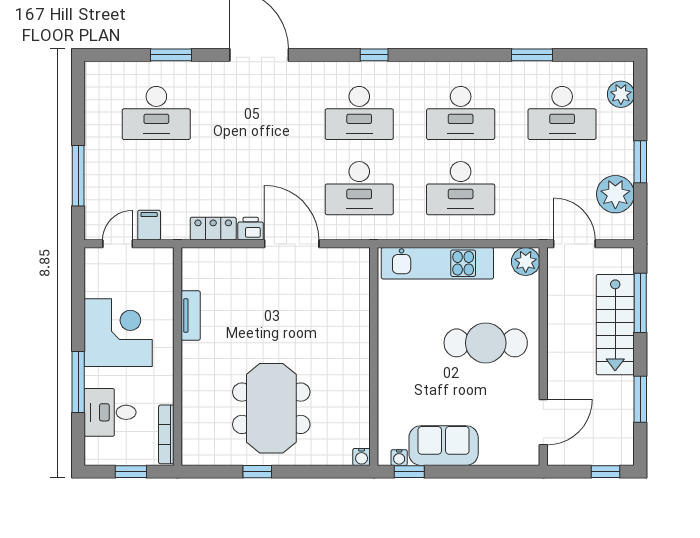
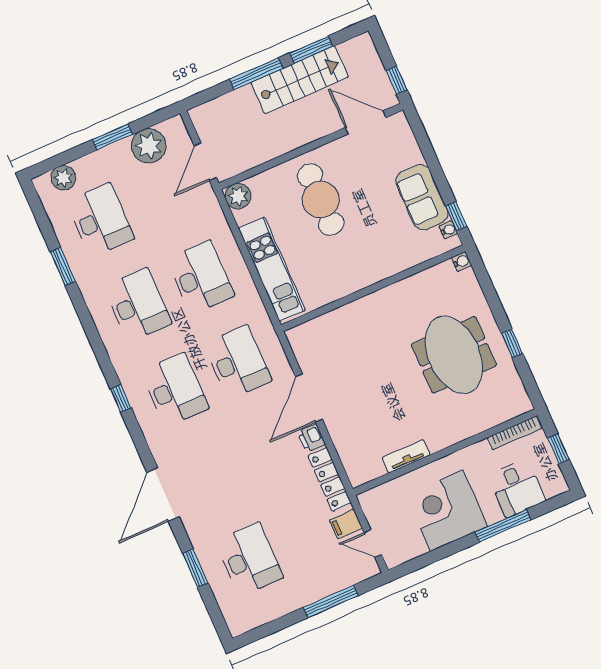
locker: (213, 229) -> (330, 479), width x1.53
window: (640, 303) -> (256, 74), moved
stairs: (615, 325) -> (300, 80), moved
meeting table: (271, 408) -> (454, 355), turned 90
window: (605, 472) -> (397, 80), moved

